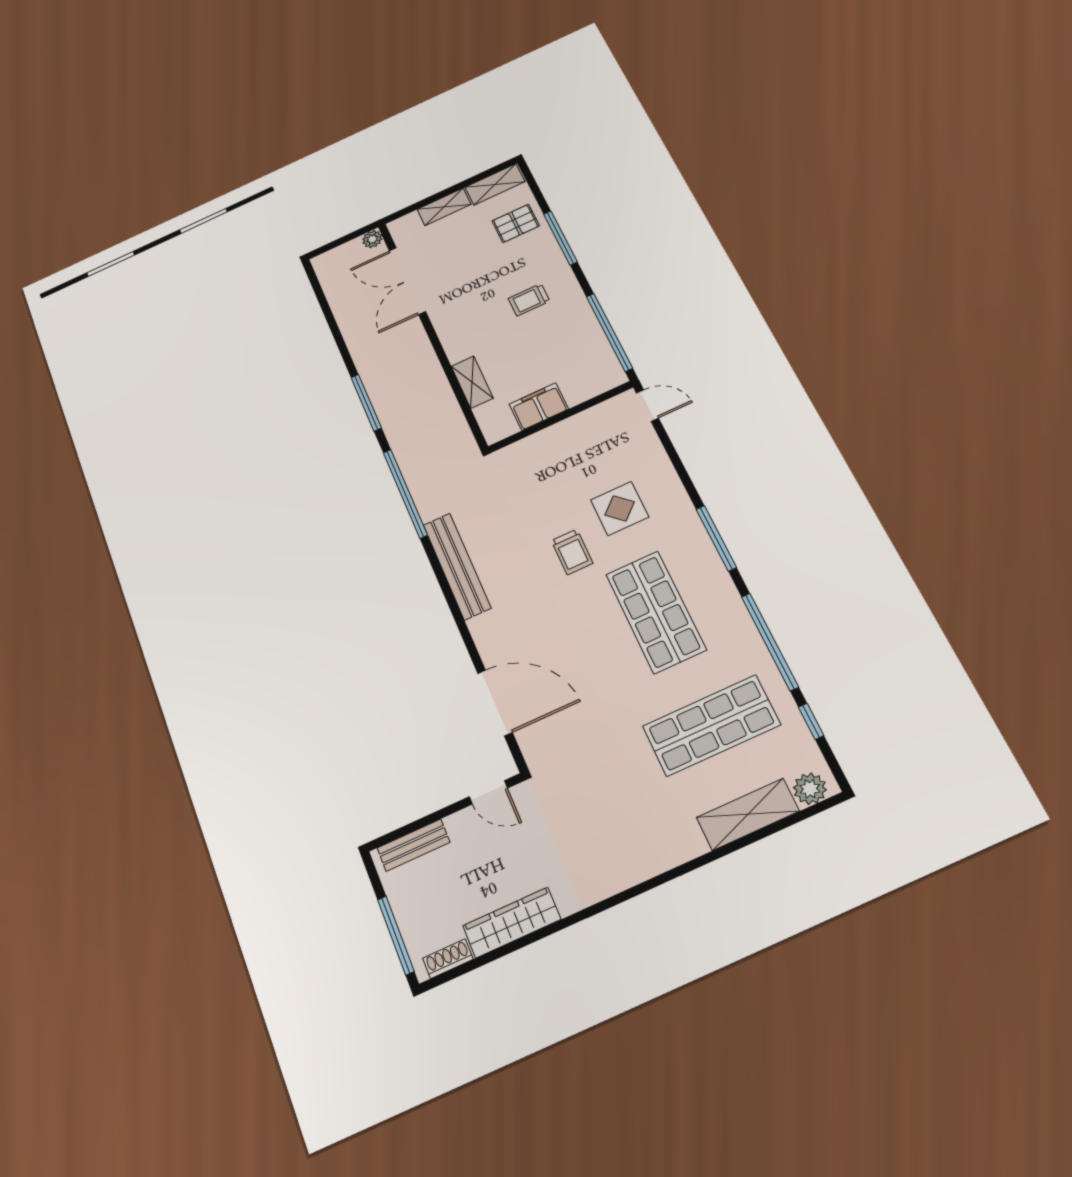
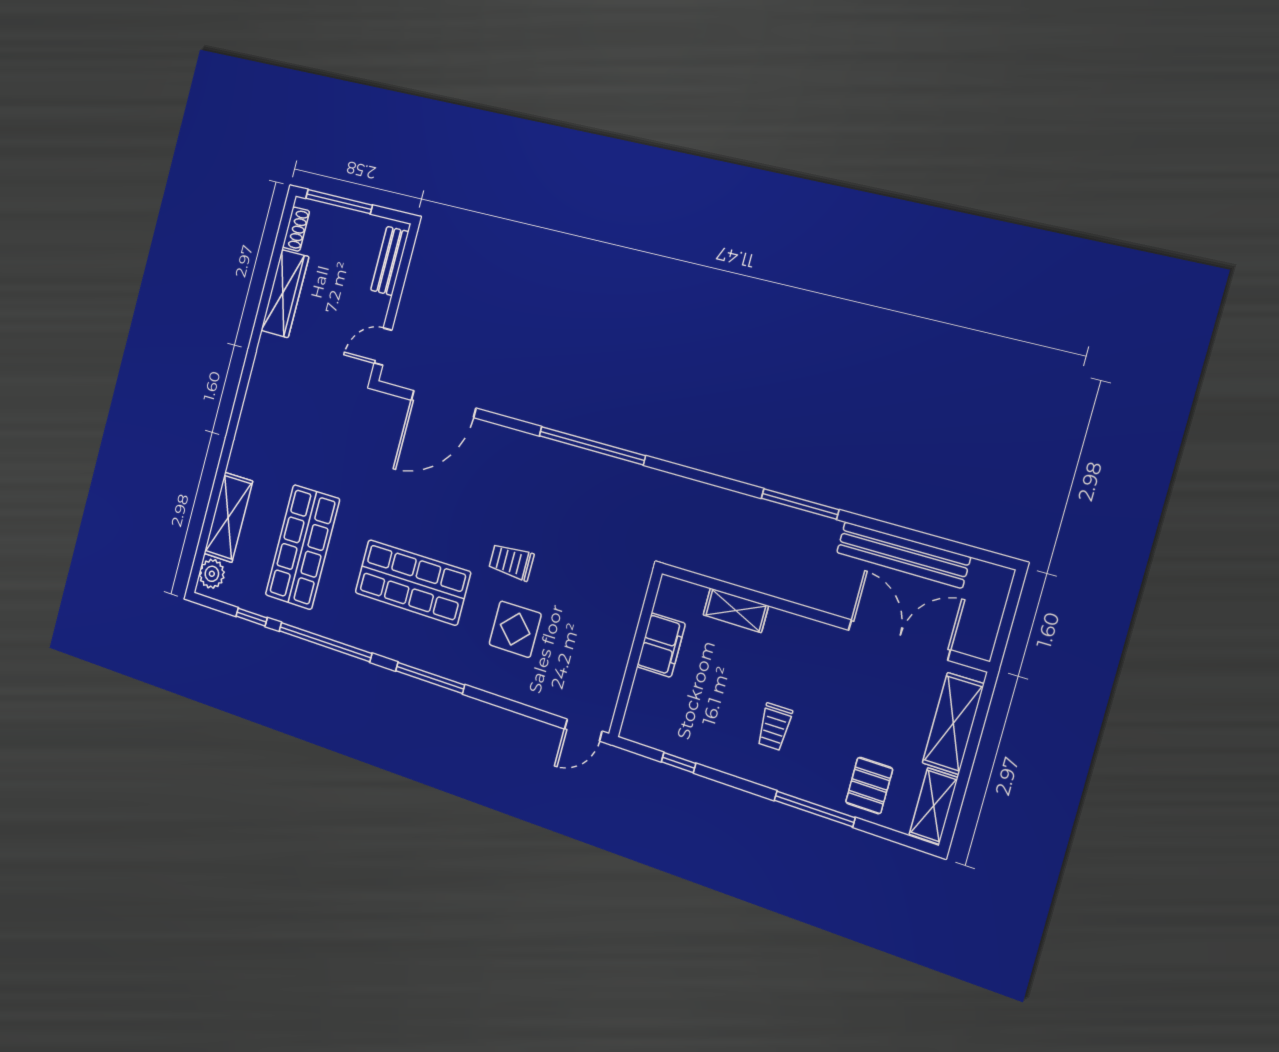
shelving: (444, 207) -> (953, 723), width x1.50, depth x1.33
plant: (372, 239) -> (981, 646), removed
trolley: (529, 300) -> (774, 727), turned 180
window: (609, 332) -> (679, 763), width x0.32
window: (405, 494) -> (592, 446), moved
bench: (457, 566) -> (903, 555), moved

